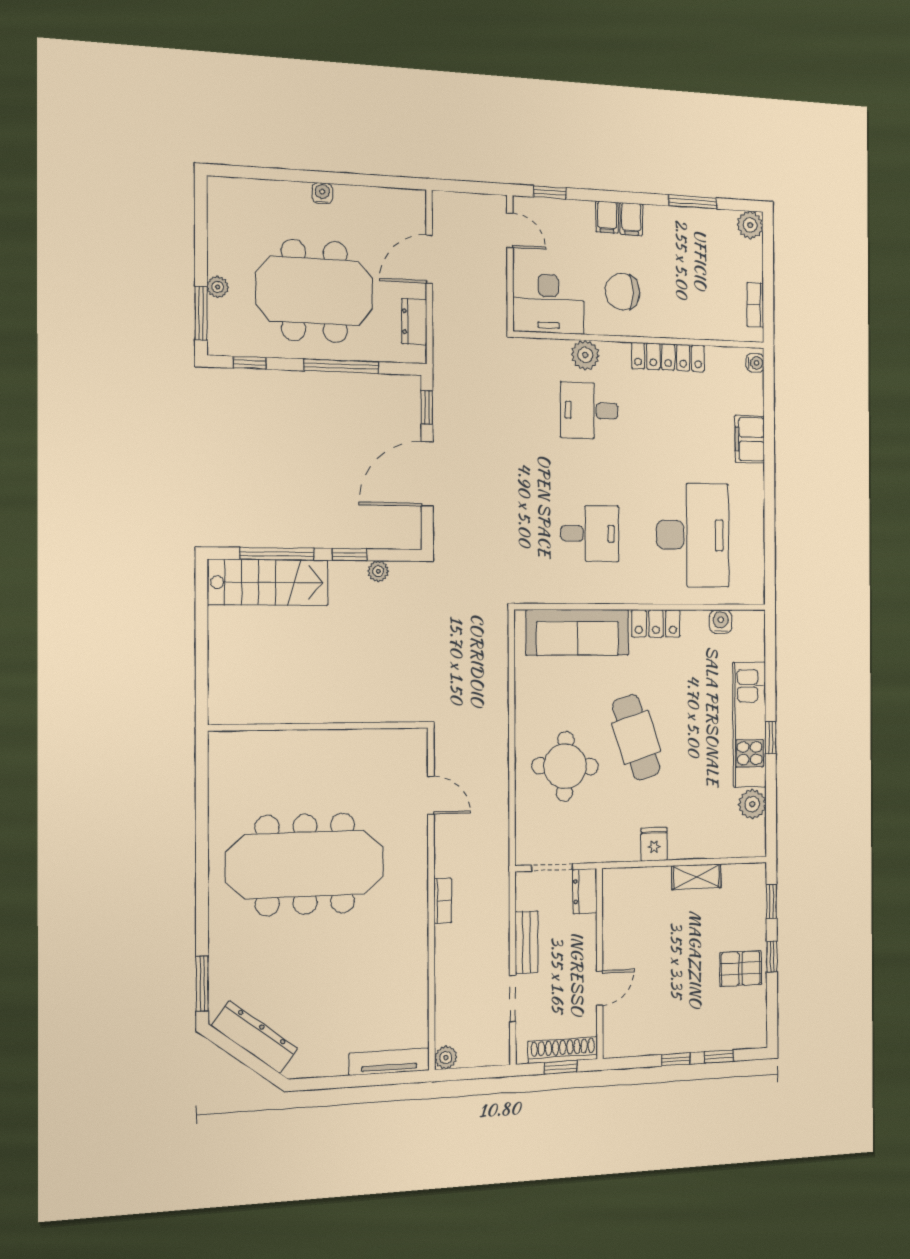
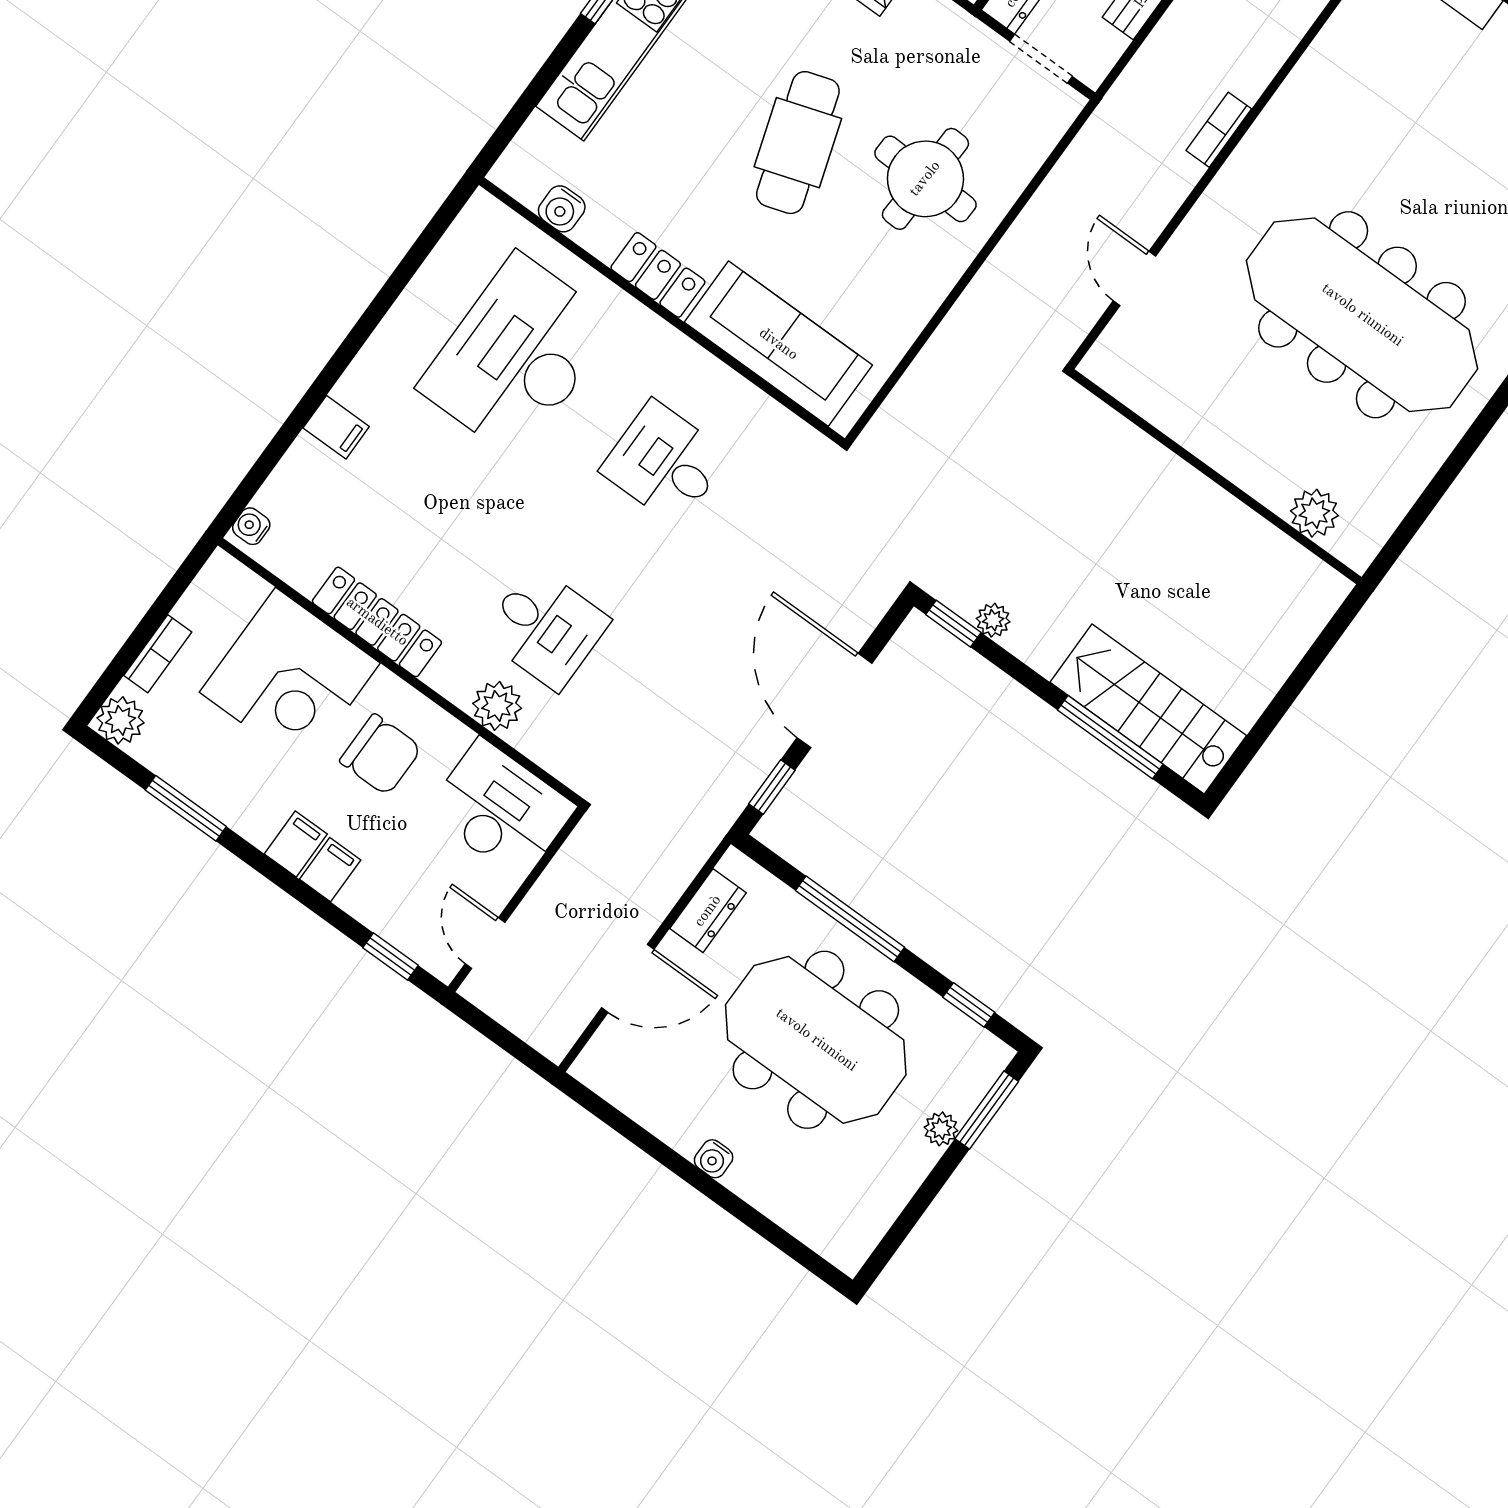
corner desk: (689, 301) -> (290, 678), added
bookcase: (755, 305) -> (158, 654), moved
filing cabinet: (750, 439) -> (336, 427), width x0.50
door: (427, 474) -> (835, 700), swing flipped
window: (350, 555) -> (953, 624), moved
plant: (256, 746) -> (1314, 513), added

